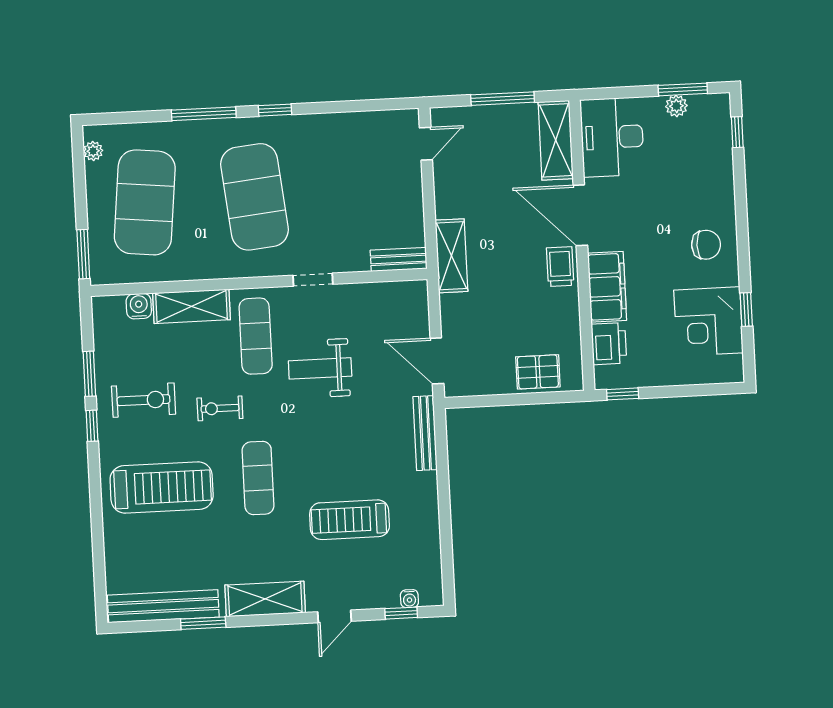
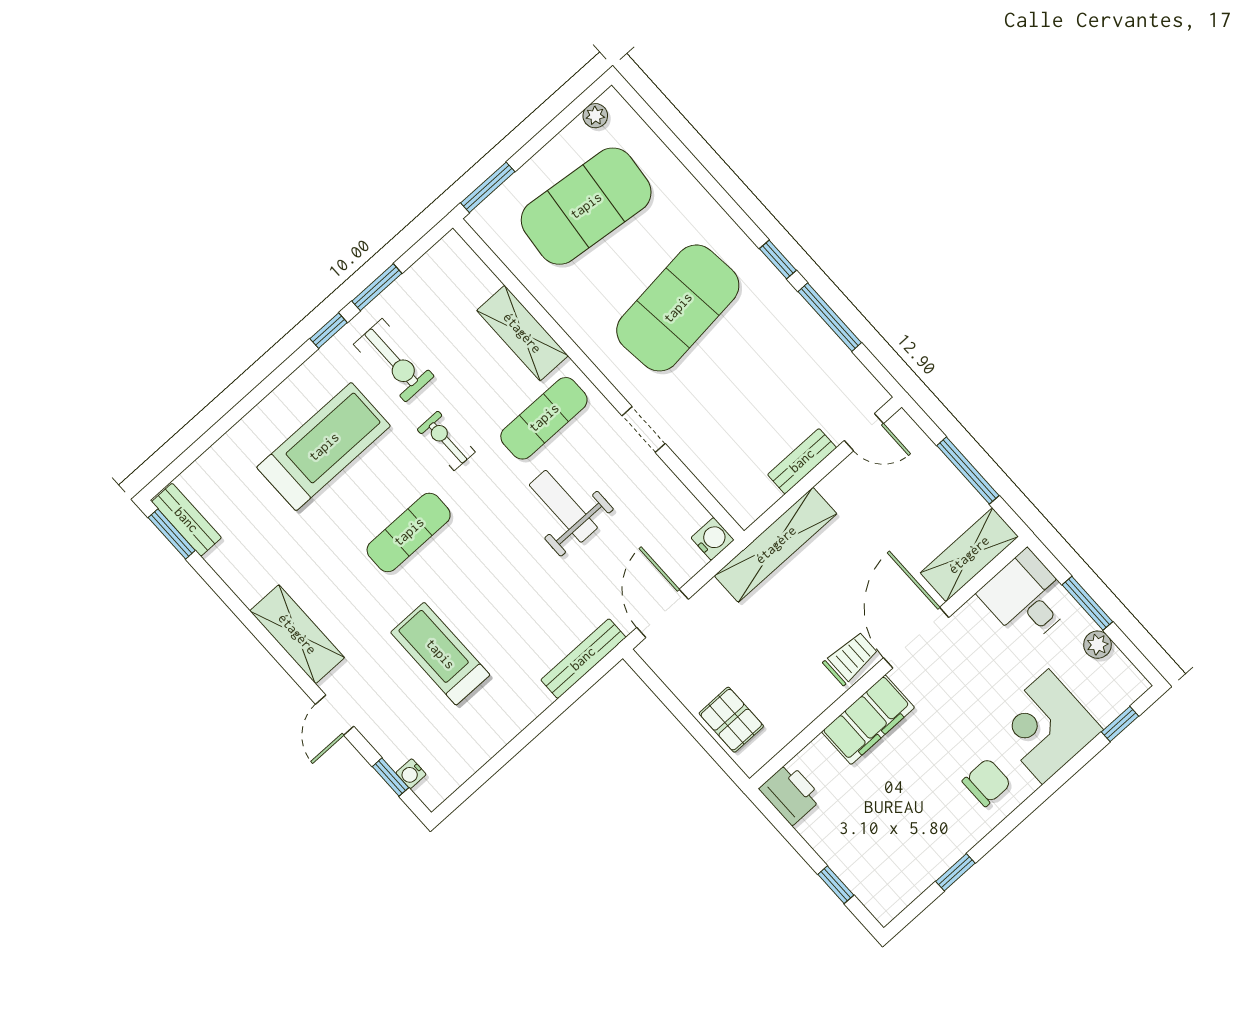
window: (683, 89) -> (1087, 603), moved
window: (204, 114) -> (830, 317), moved
desk: (612, 137) -> (1027, 598), width x0.73
chair: (706, 245) -> (987, 782), turned -90
shelving: (451, 256) -> (776, 545), width x1.47
bench: (399, 259) -> (802, 461), moved, turned 90
water cooler: (139, 306) -> (713, 539), moved
corner desk: (708, 321) -> (1046, 727), moved
printer: (609, 344) -> (791, 794), moved, turned -90
window: (623, 394) -> (836, 885), moved
treadmill: (162, 488) -> (324, 447), turned -90
bench: (163, 606) -> (186, 520), width x0.54, depth x0.82
door: (334, 616) -> (335, 715), hinge flipped
window: (203, 623) -> (172, 534), moved

